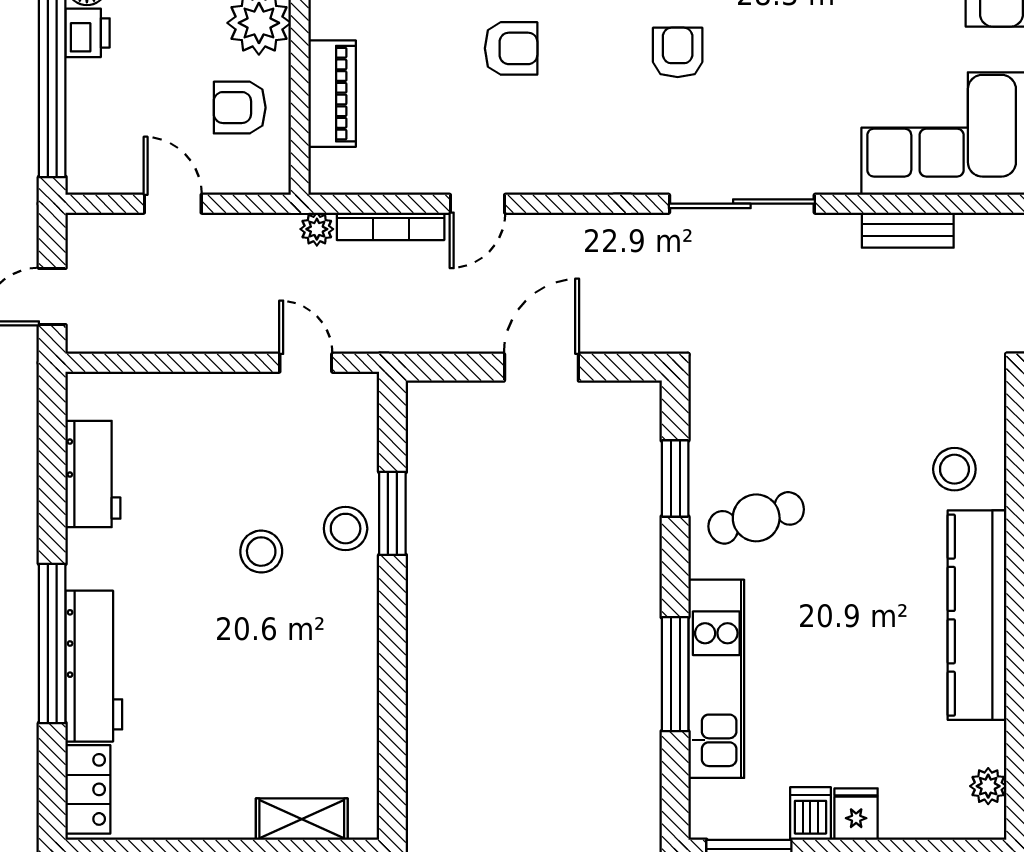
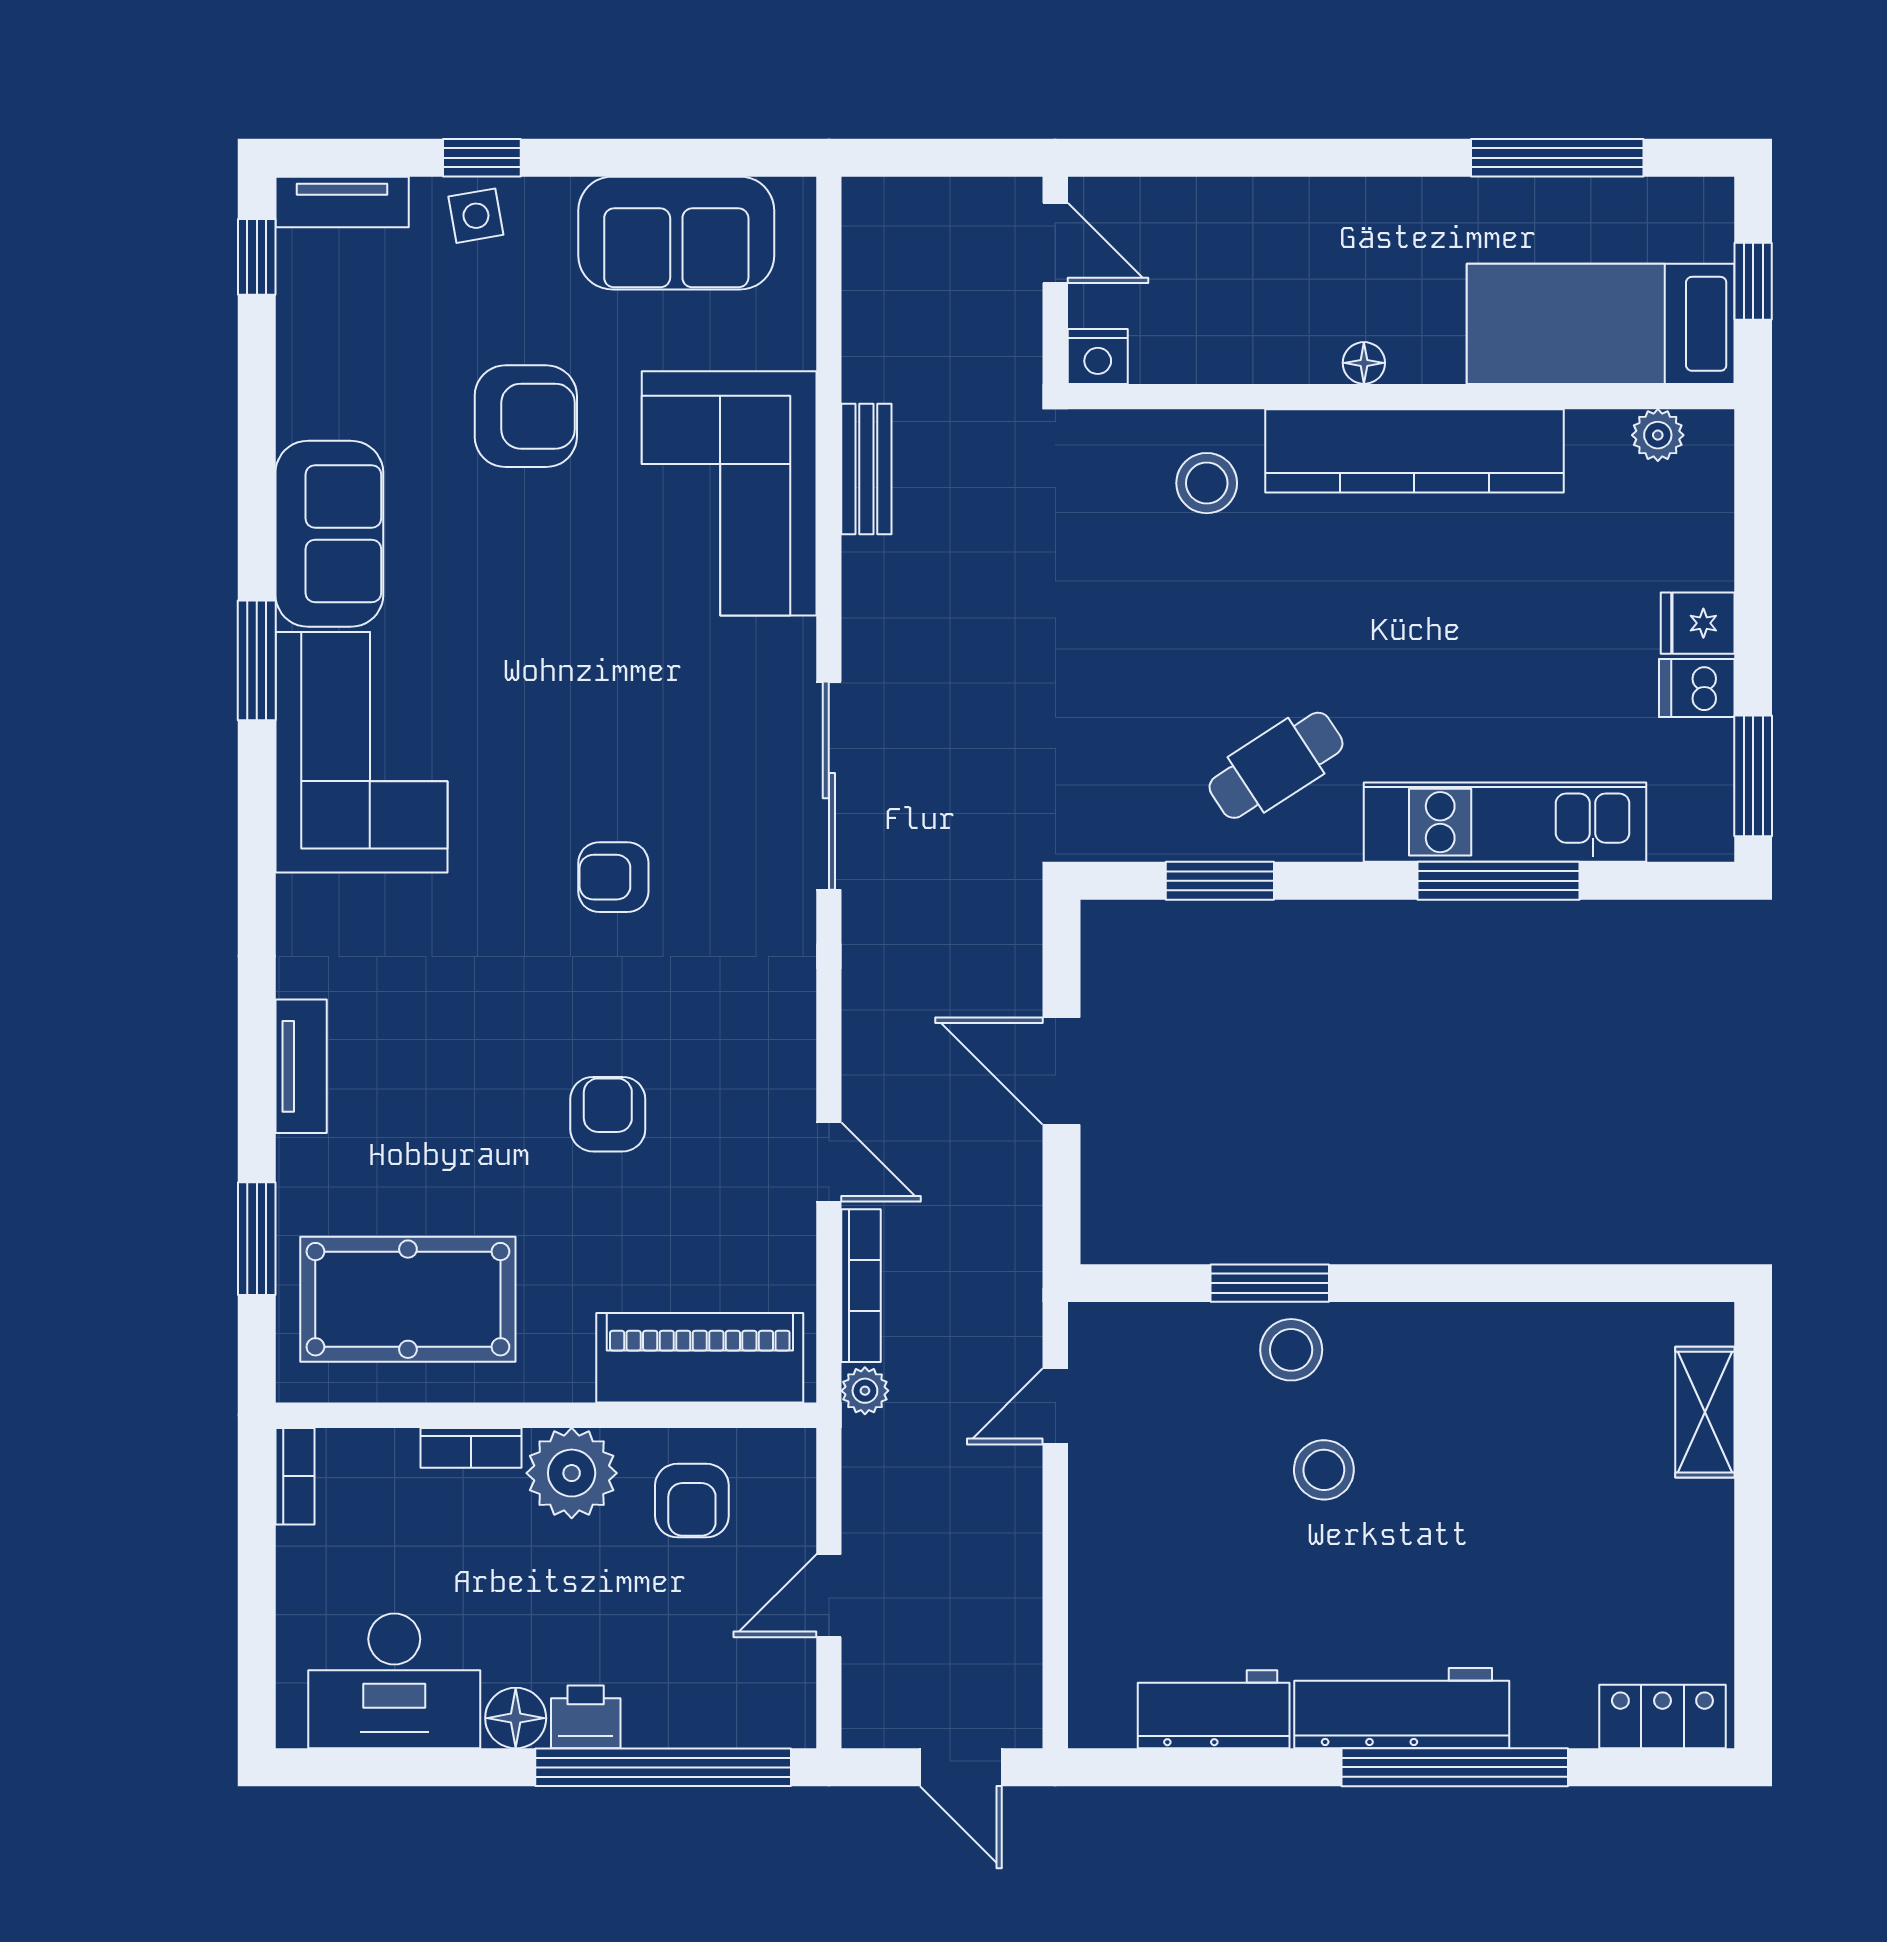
piano: (332, 94) -> (700, 1358), width x1.37, depth x1.33
bench: (908, 230) -> (866, 469), moved
cafe table: (756, 518) -> (1276, 765), turned 73
workbench: (94, 666) -> (1402, 1708), moved

